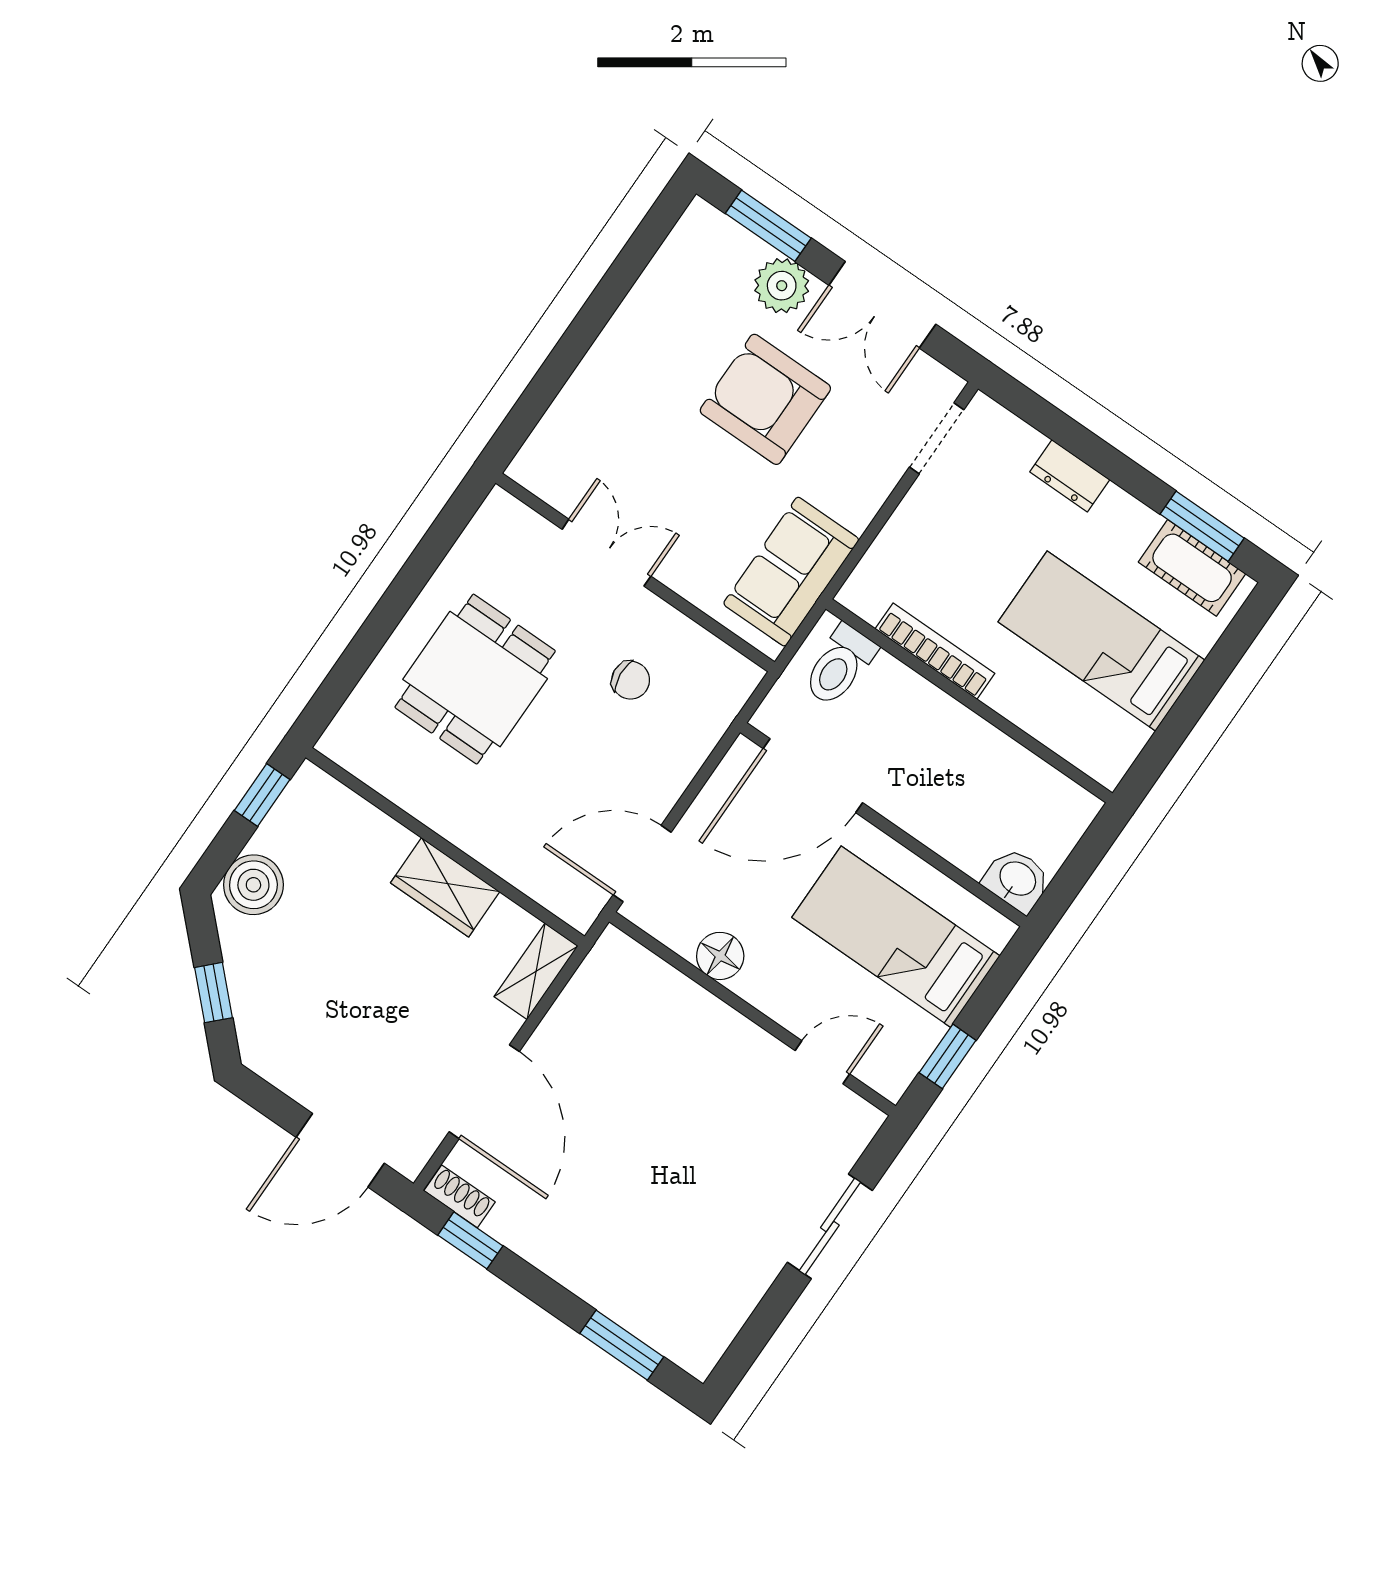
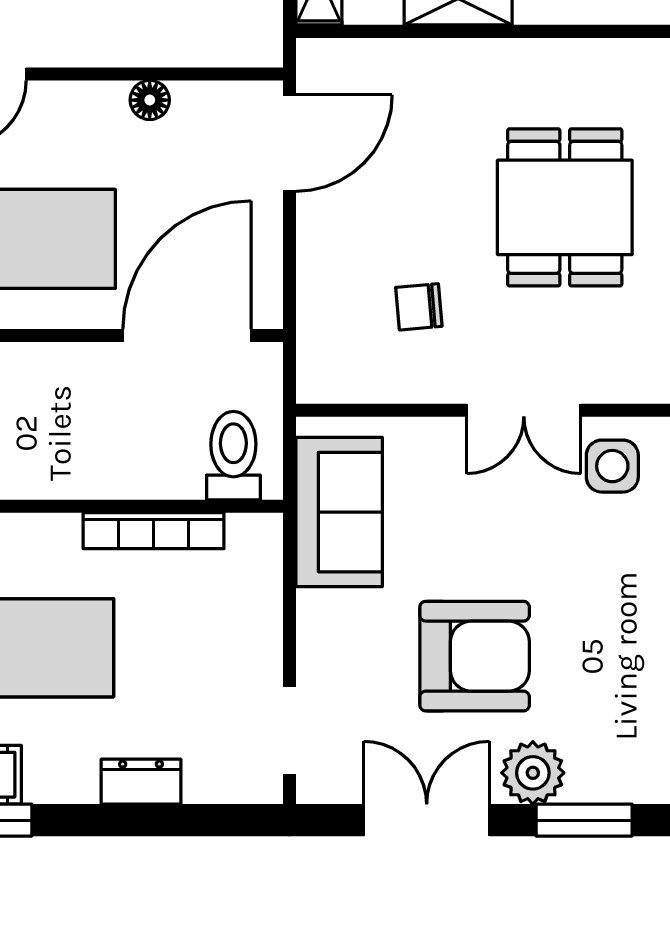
side table: (570, 468) -> (612, 466), added
floor lamp: (720, 956) -> (150, 100), width x0.73, depth x0.73

